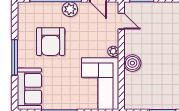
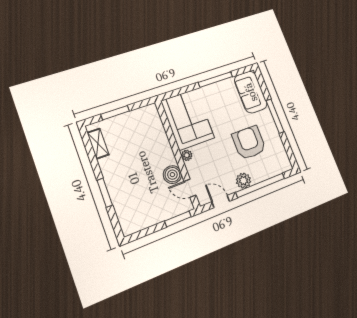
boiler: (132, 63) -> (172, 175), moved

